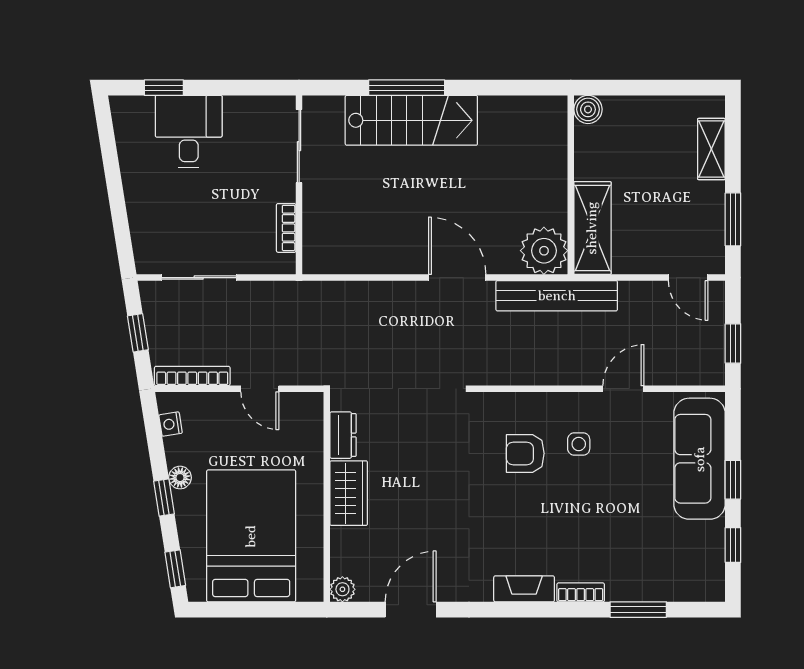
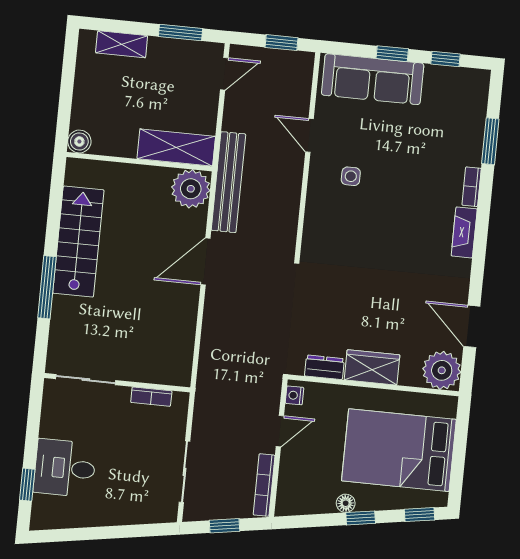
stairs: (411, 120) -> (78, 241), moved
nightstand: (171, 424) -> (295, 395), moved, turned 99
armchair: (525, 453) -> (354, 221), removed
plant: (342, 589) -> (442, 370), width x1.87, depth x1.87

